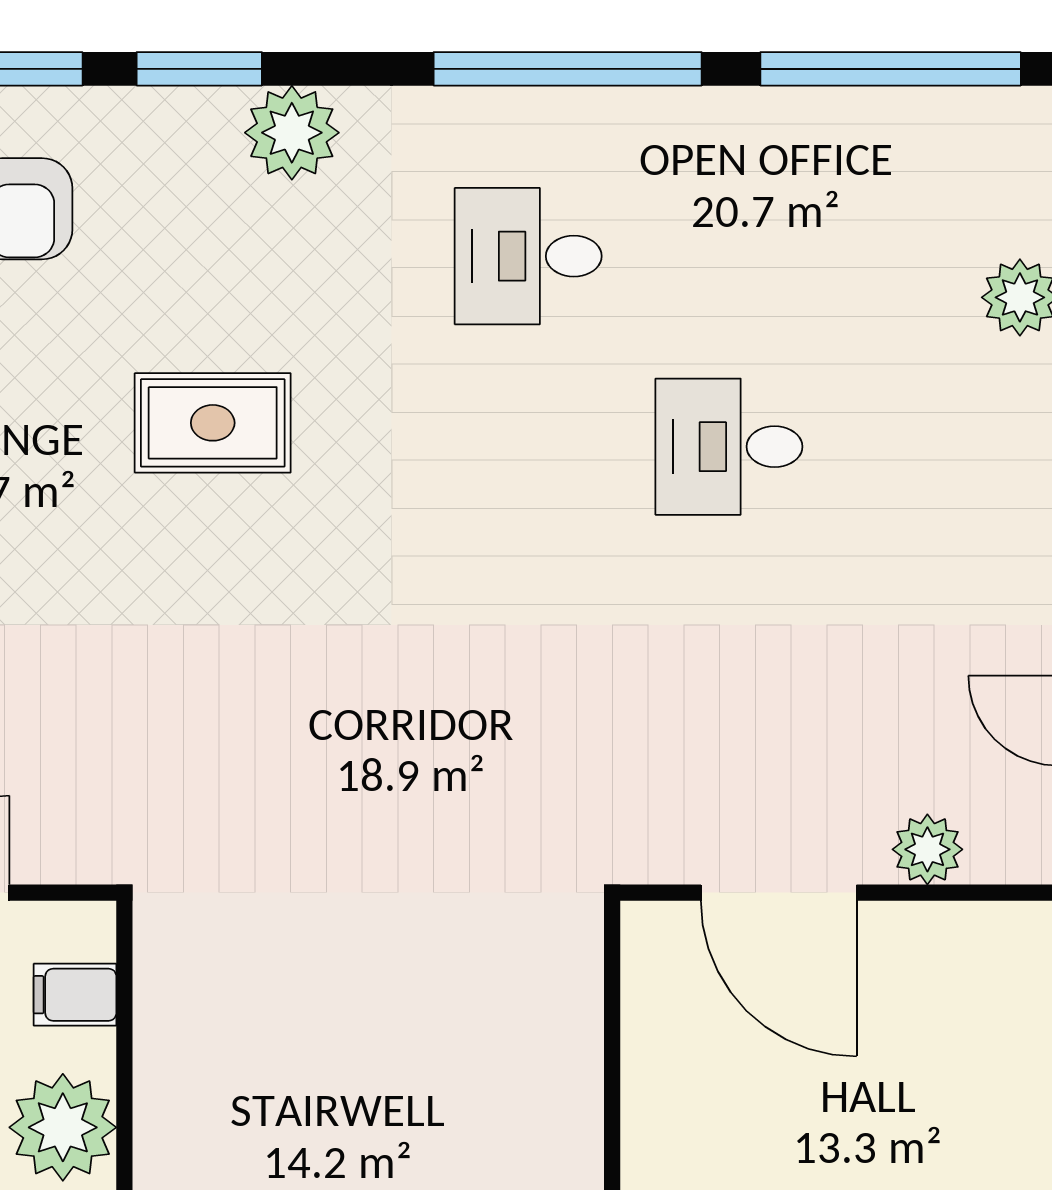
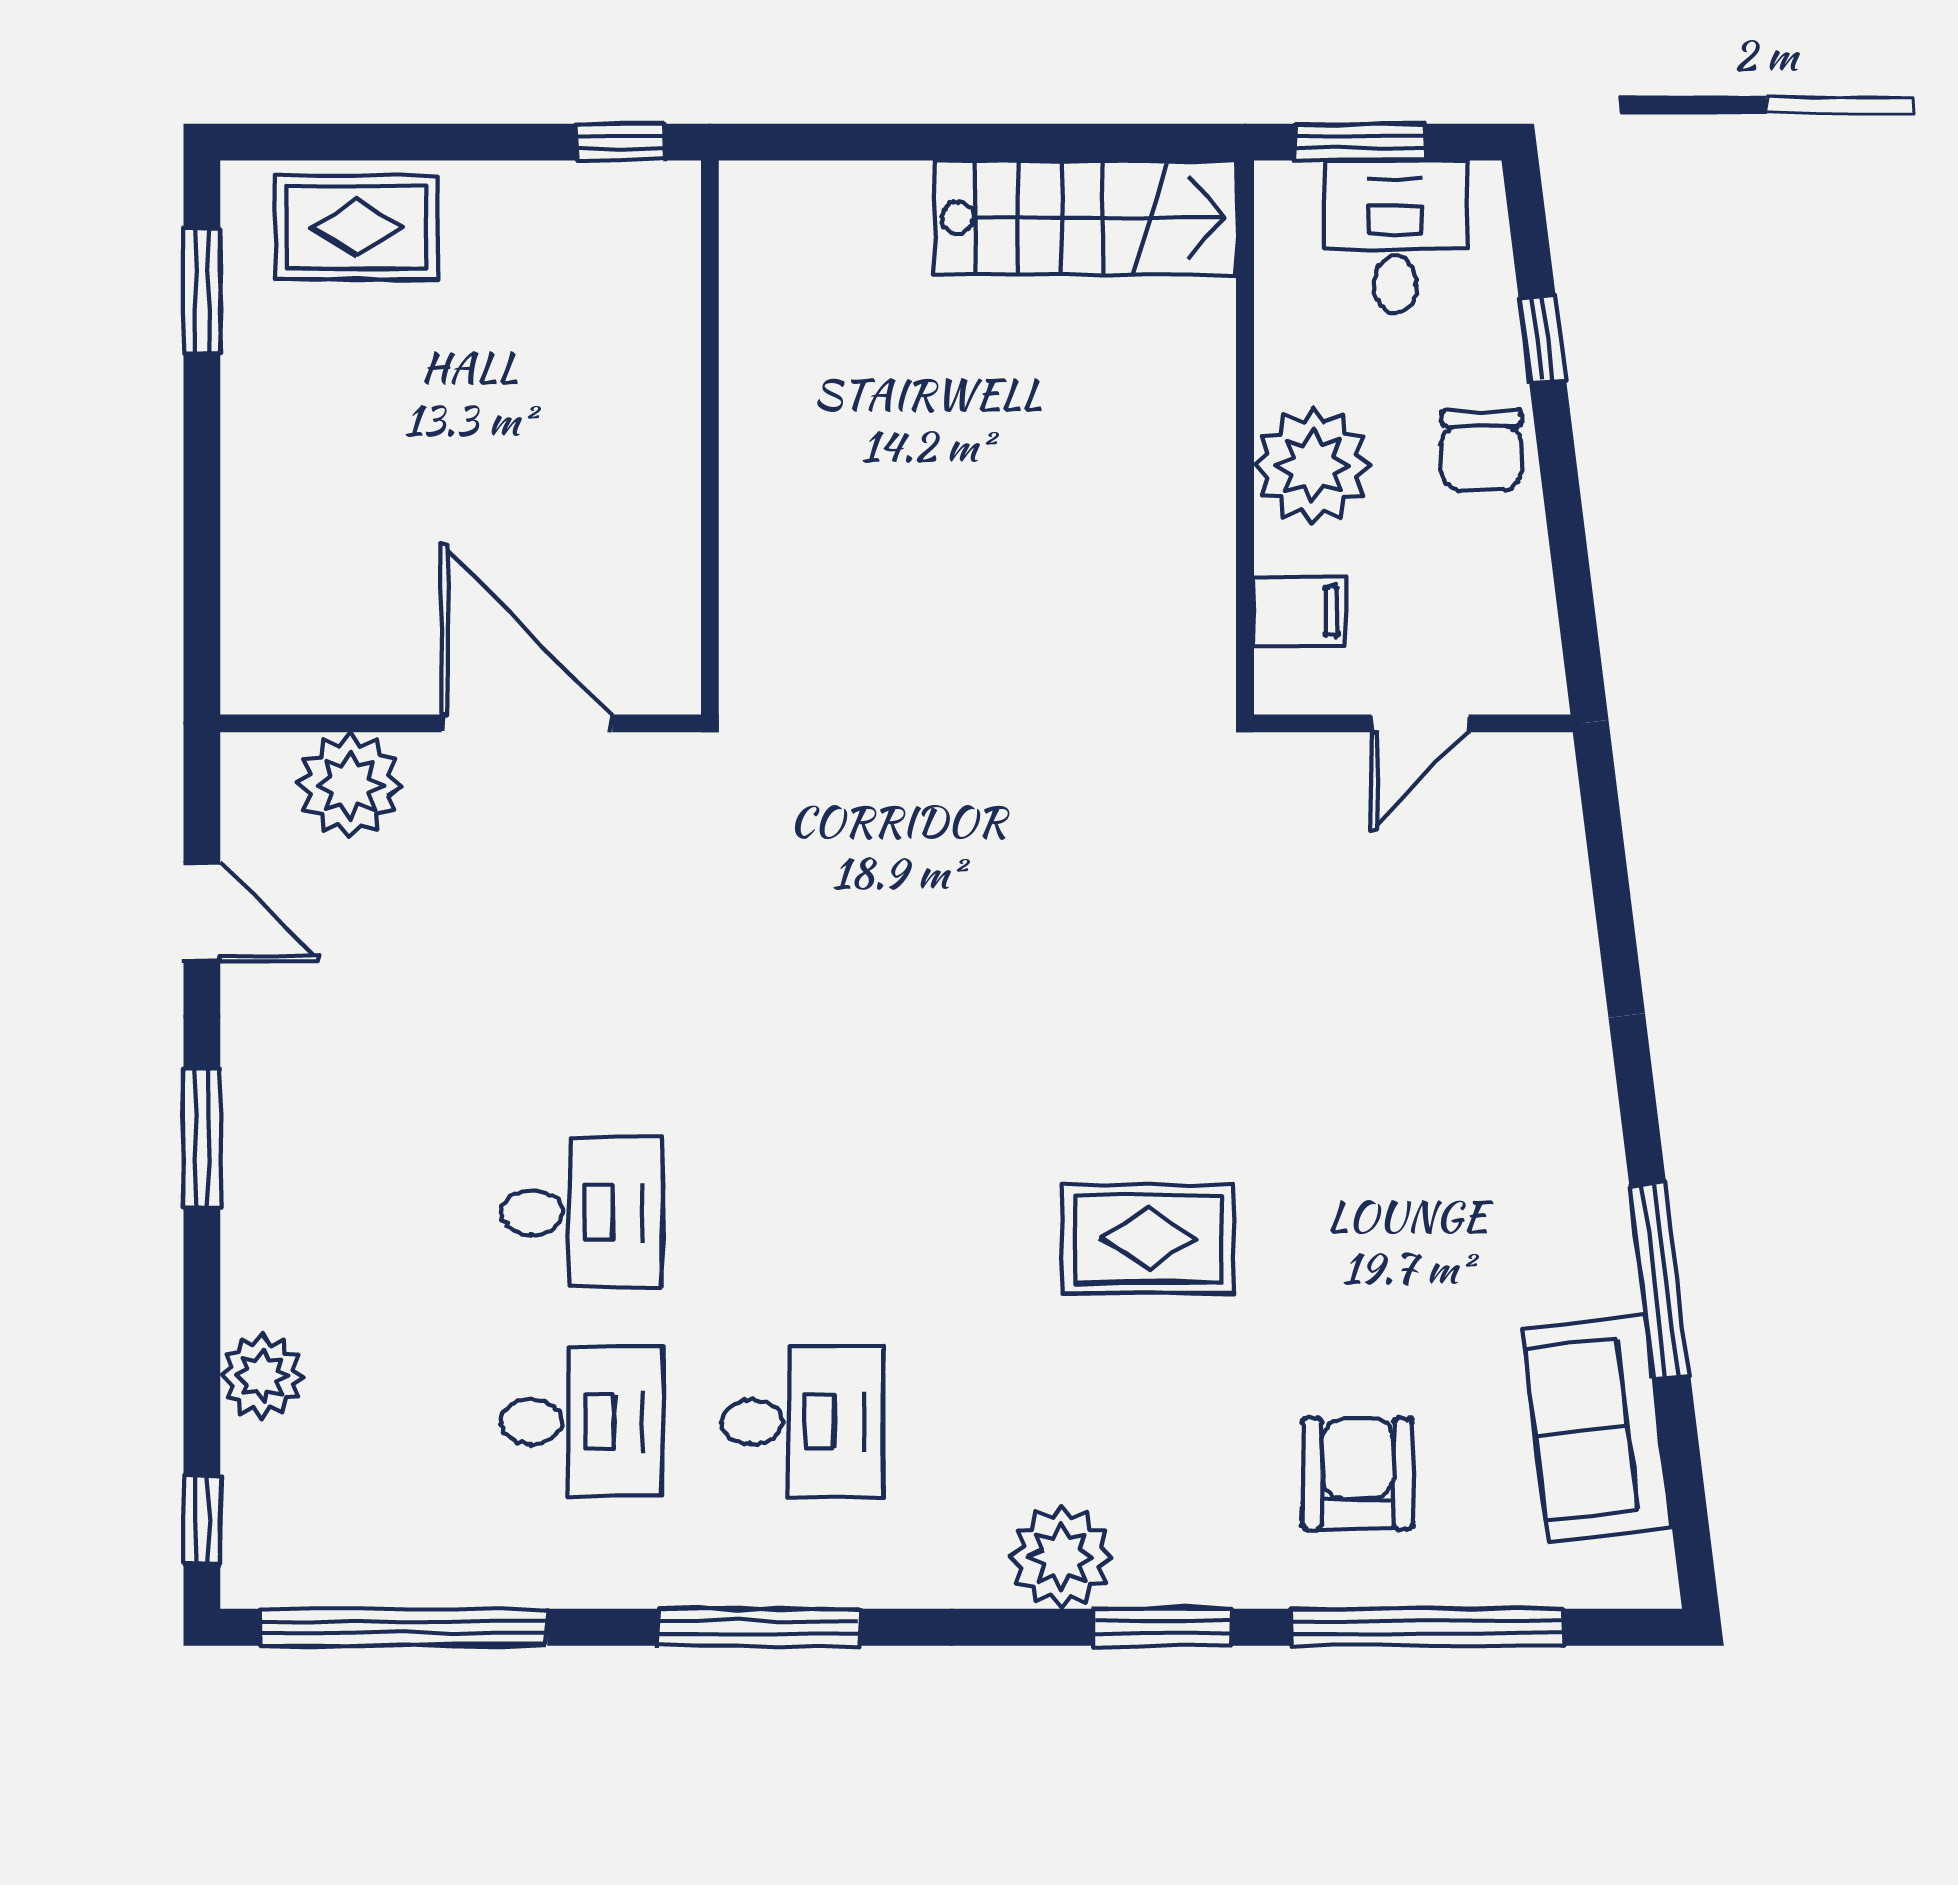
window: (568, 69) -> (759, 1627), width x0.68
desk: (729, 256) -> (582, 1422), added
plant: (927, 849) -> (350, 785), width x1.36, depth x1.36

